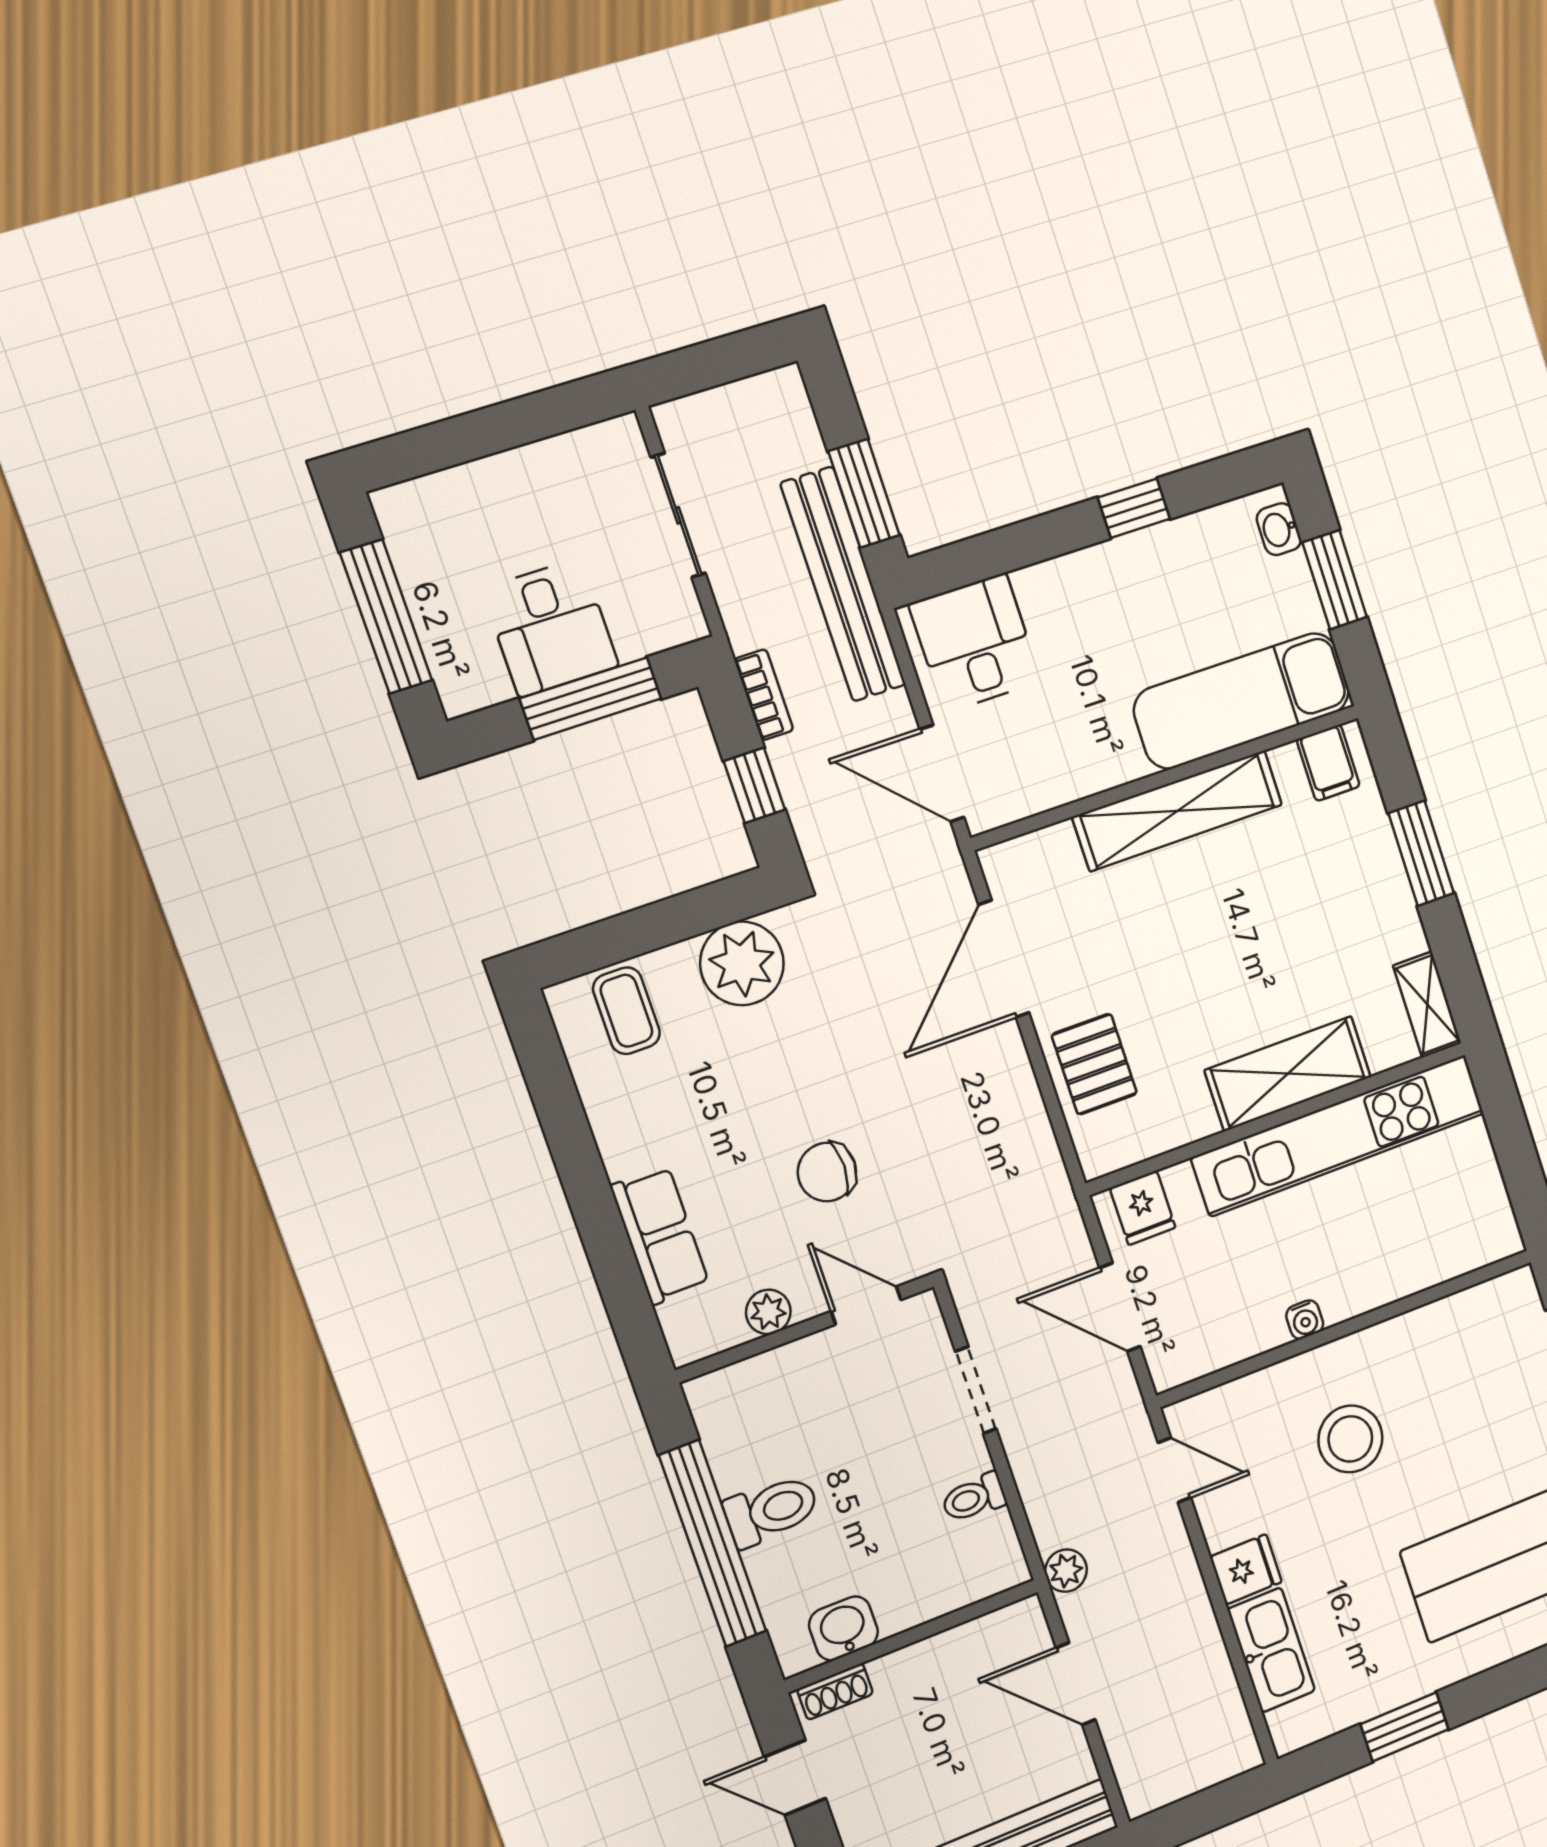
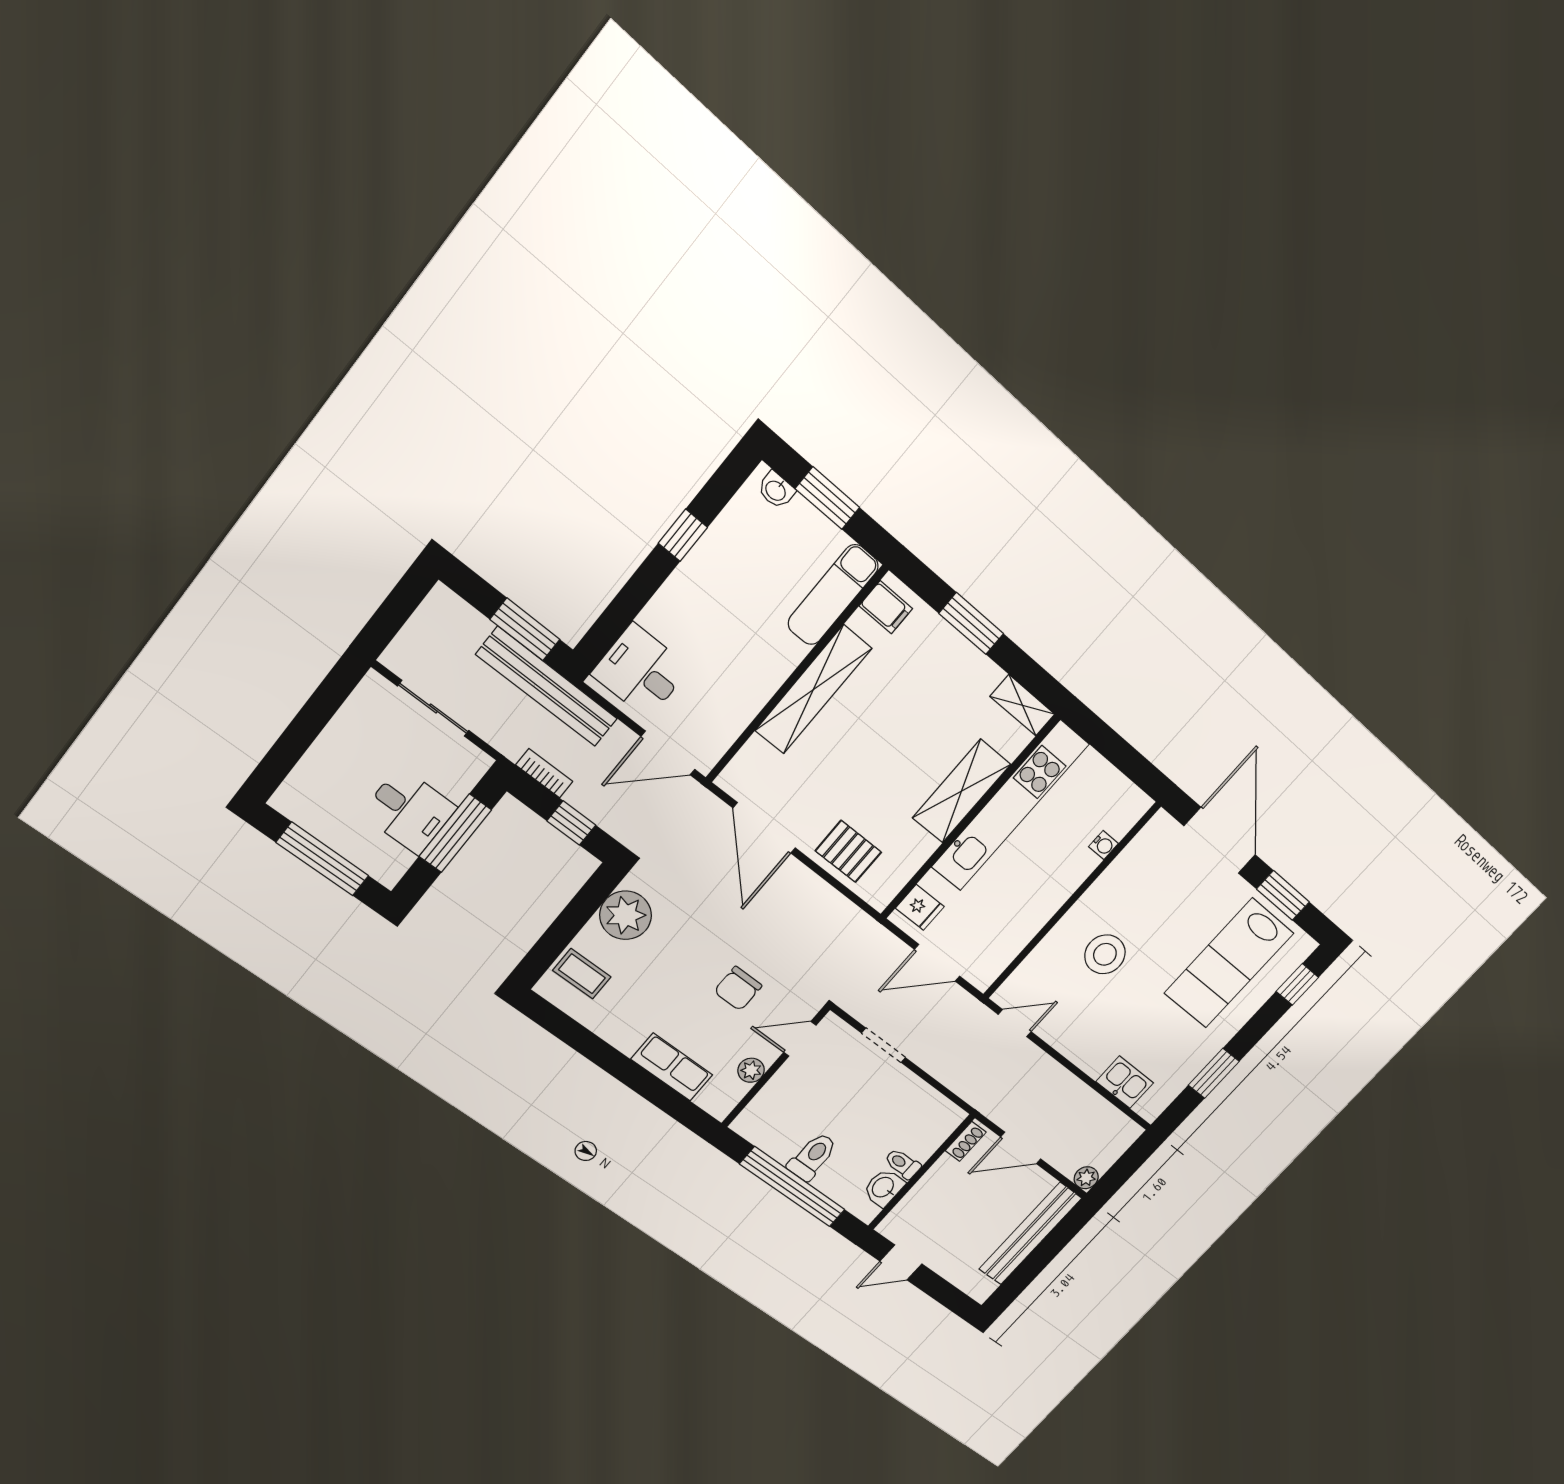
exam couch: (1242, 701) -> (833, 595), width x0.73, depth x0.69
water cooler: (1305, 1320) -> (1103, 845), moved
toilet: (974, 1498) -> (902, 1164), moved, turned 90
fridge: (1246, 1569) -> (1082, 1048), removed
plant: (1066, 1571) -> (1086, 1178), moved
kitchen sink: (1271, 1650) -> (1125, 1082), width x0.73
shoe rack: (835, 1691) -> (966, 1141), moved

